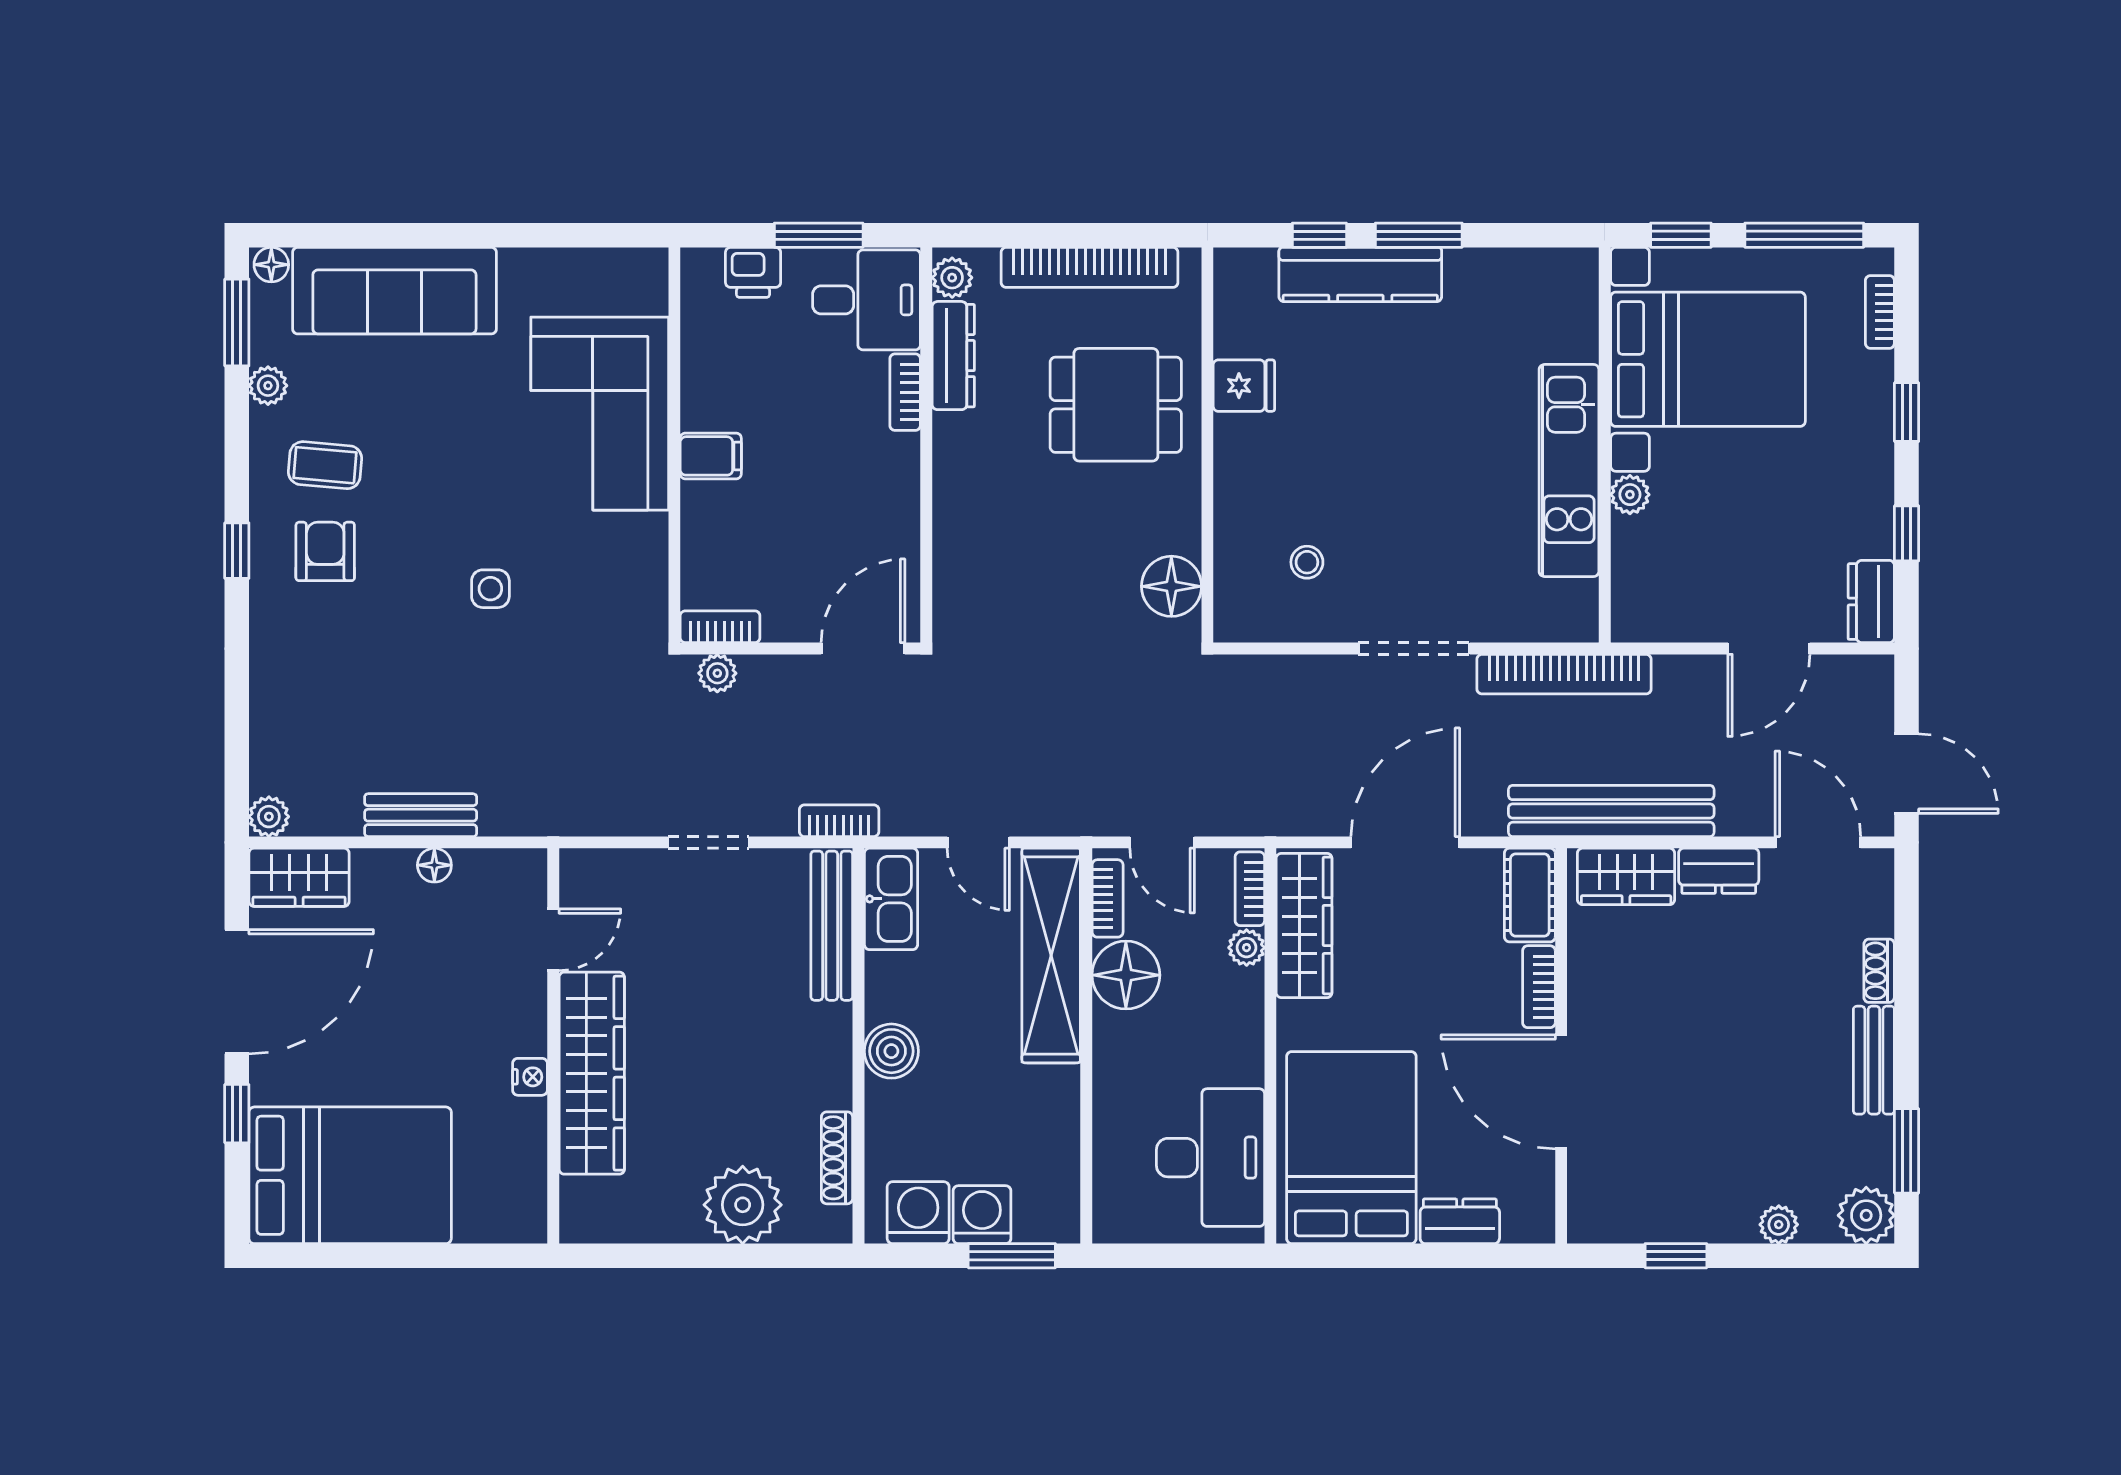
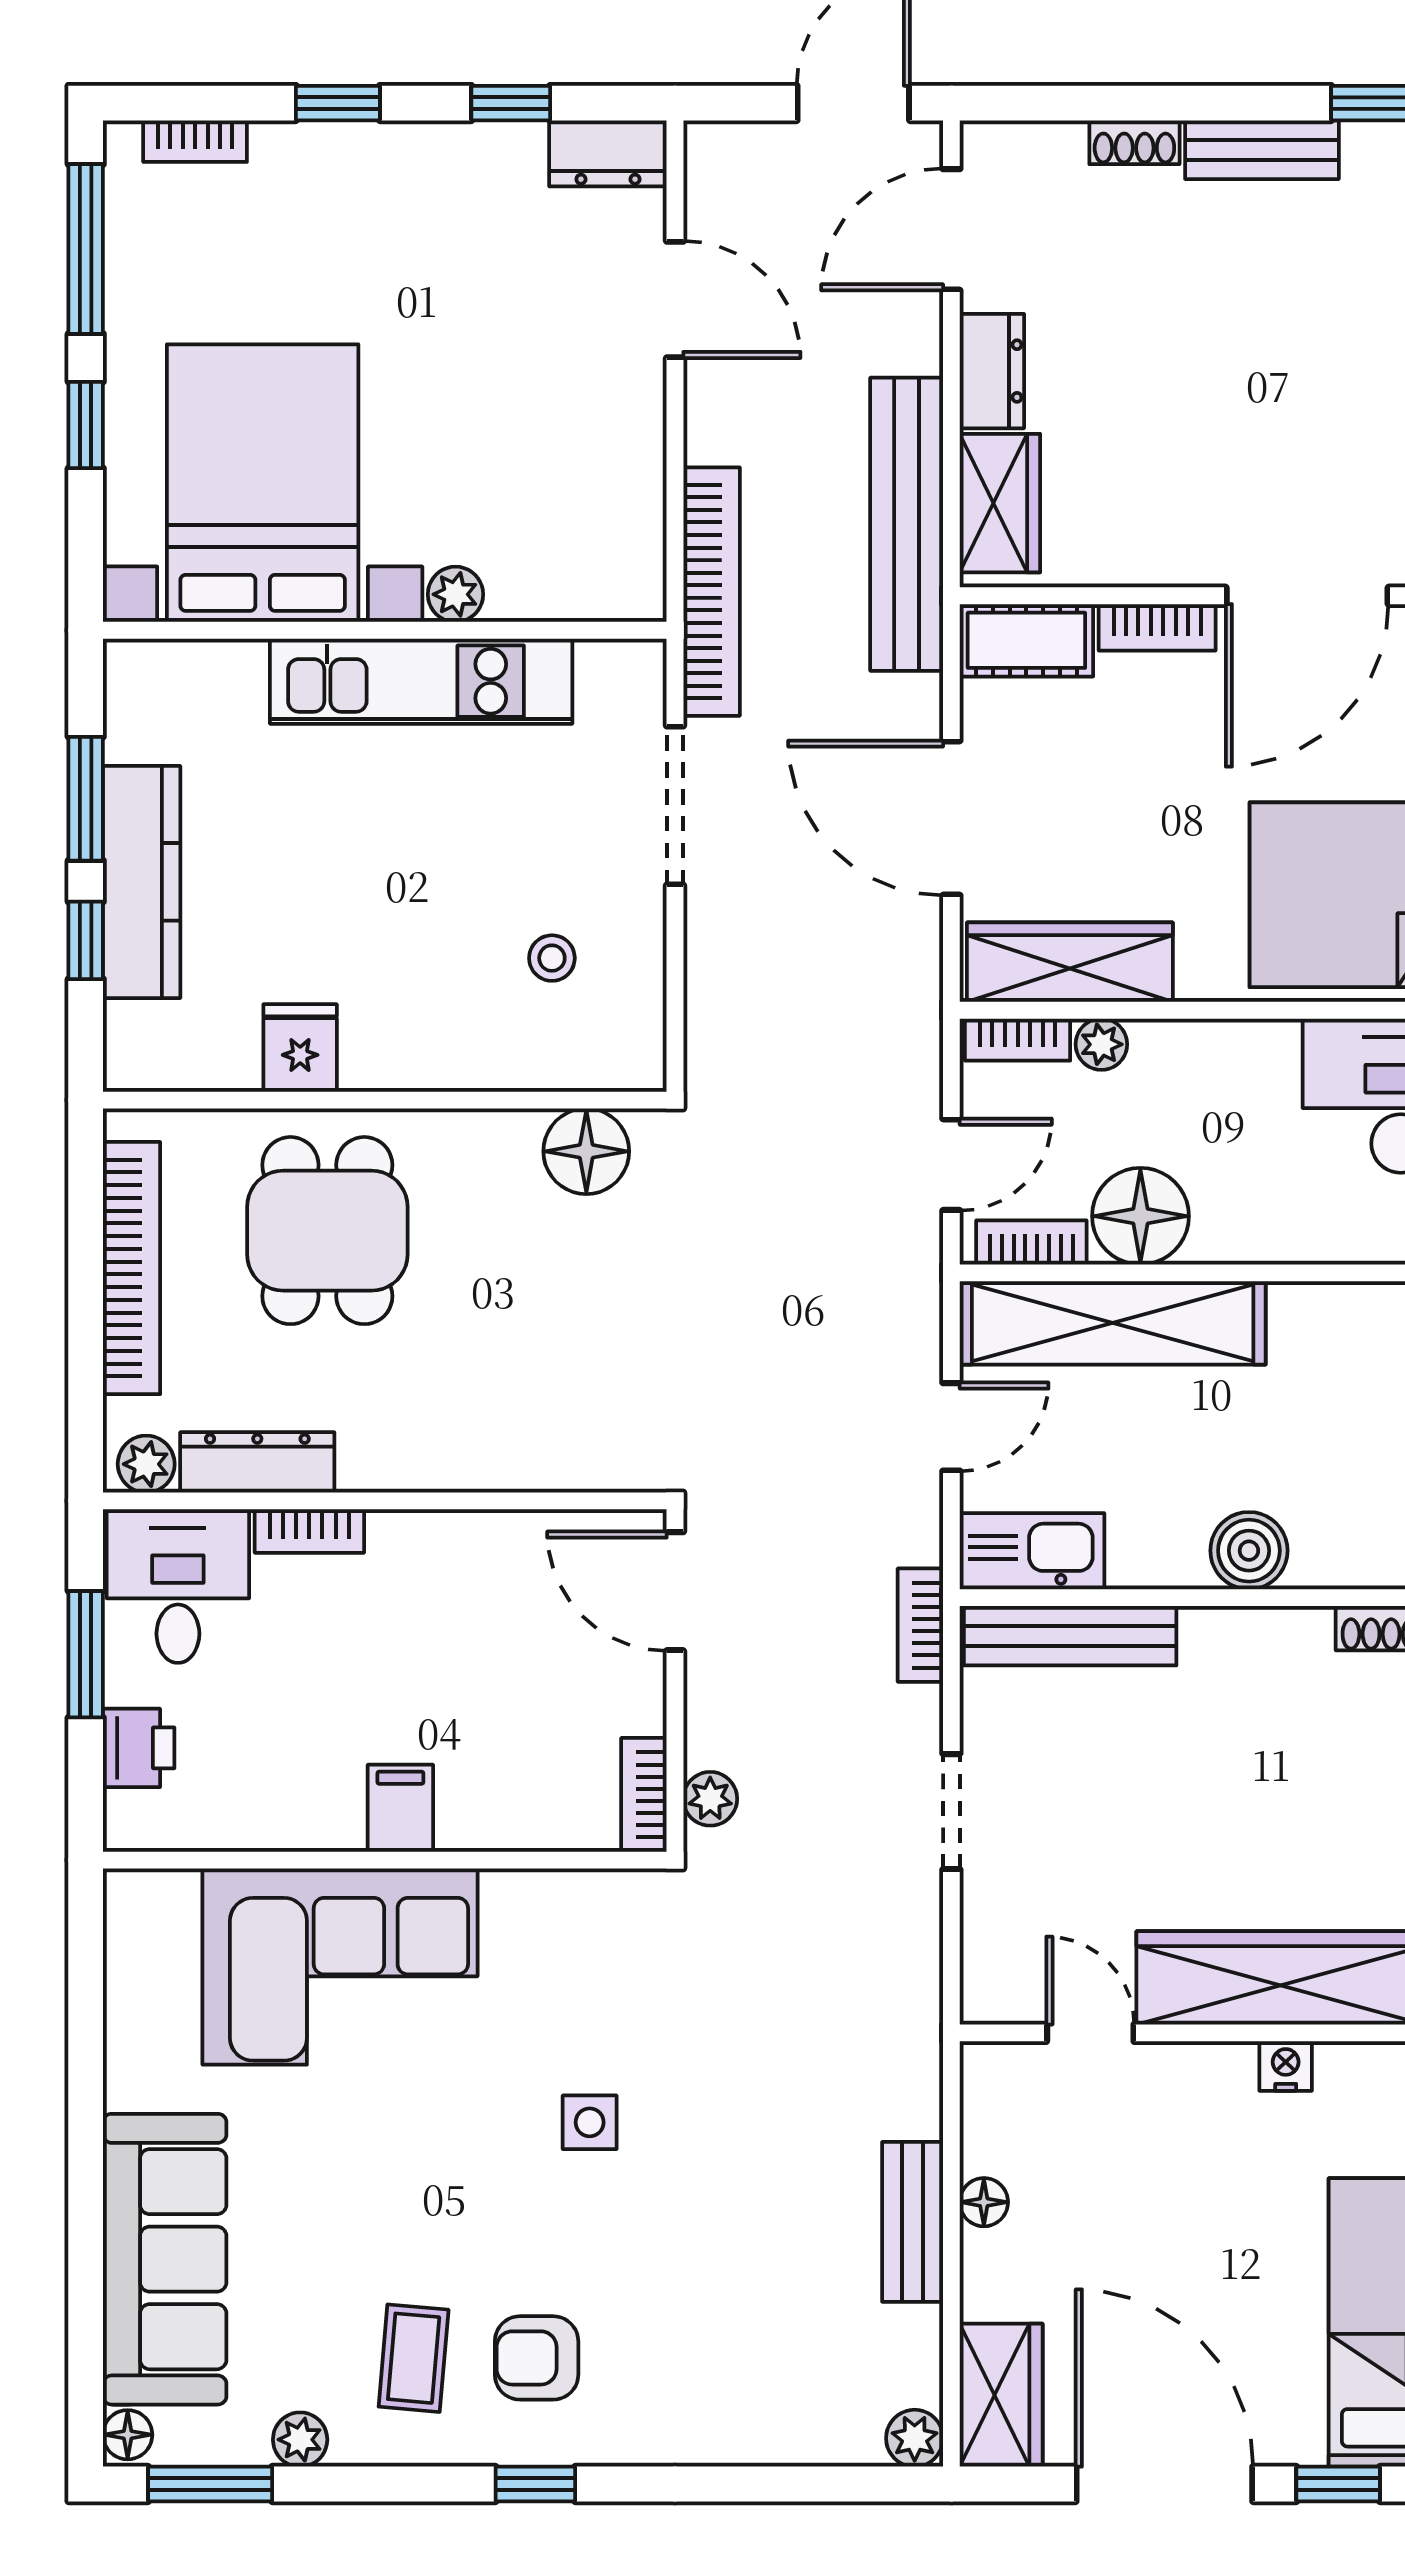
bed with nightstands: (1708, 359) -> (263, 483), moved
wall: (1605, 445) -> (385, 630), moved
kitchen unit: (1569, 470) -> (421, 681), moved
plant: (1630, 495) -> (455, 594), moved

